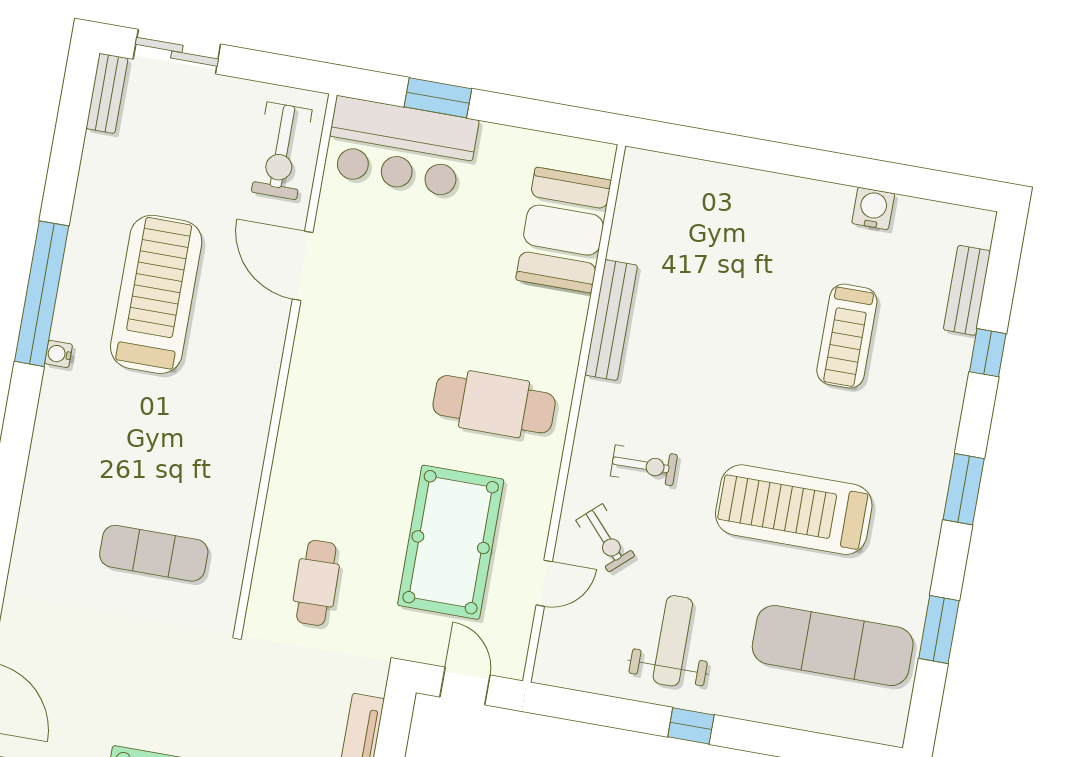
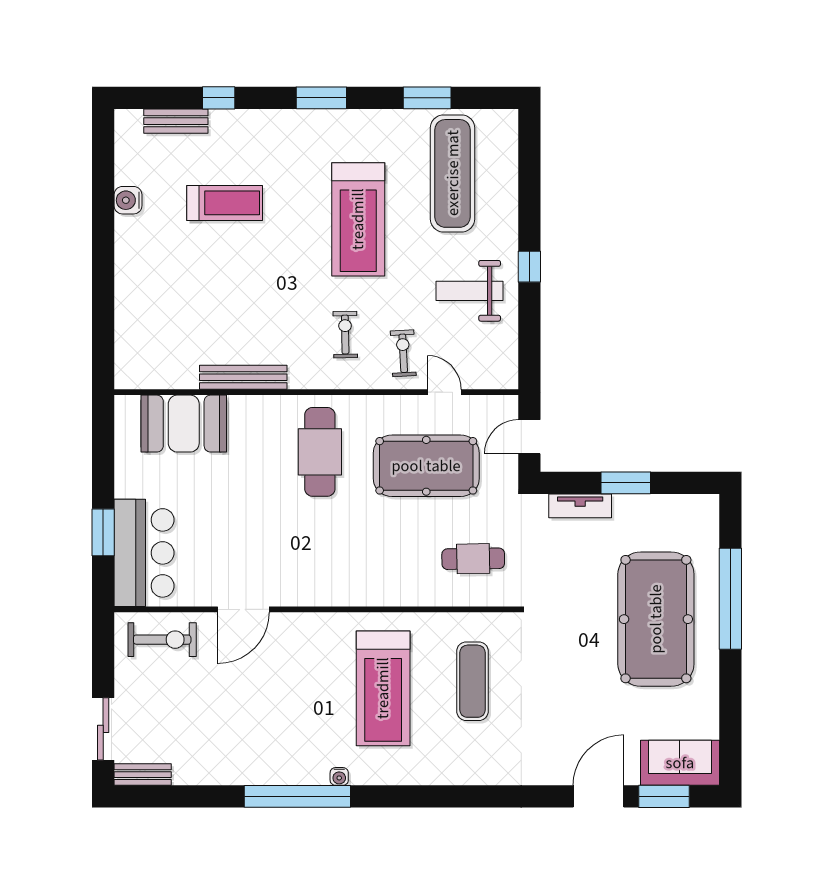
treadmill: (156, 294) -> (383, 688), moved, turned -90
exercise bike: (605, 538) -> (403, 353), turned -51

